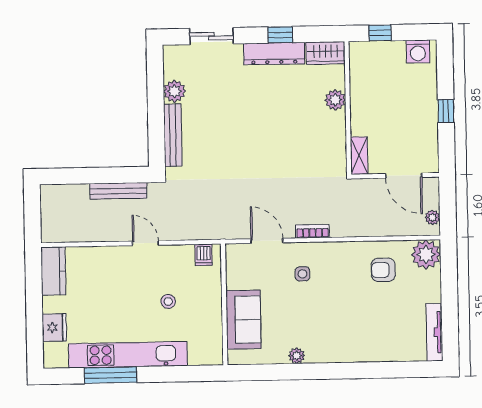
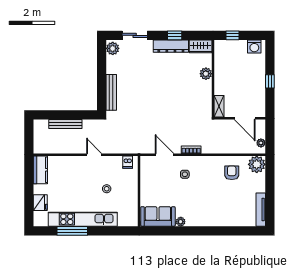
plant: (174, 91) -> (113, 48), moved
bench: (118, 191) -> (65, 124), moved
armchair: (383, 270) -> (232, 173), turned 90
sofa: (243, 320) -> (158, 216), moved, turned -90

